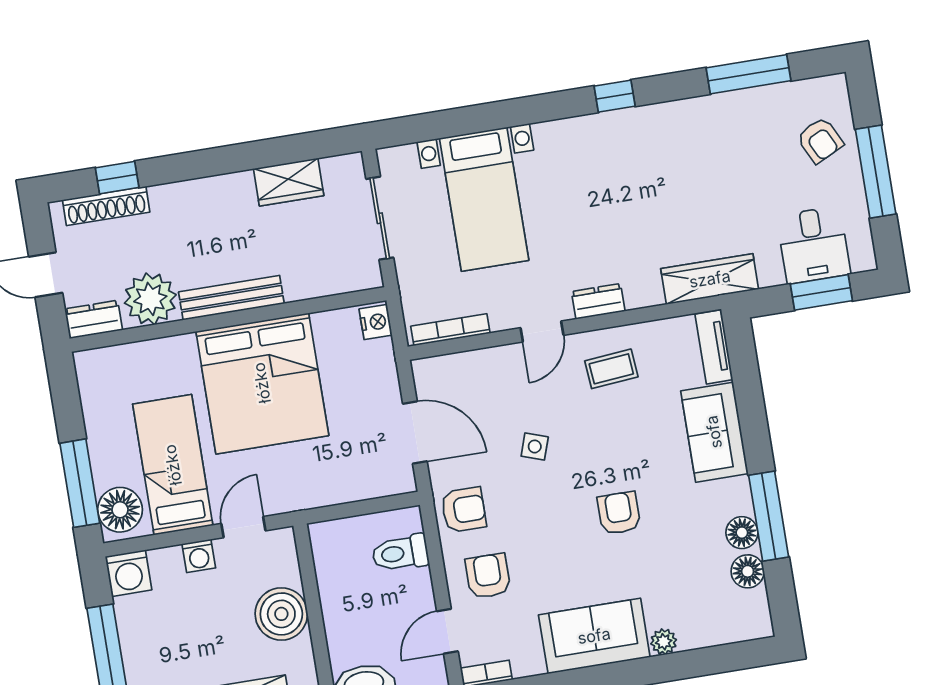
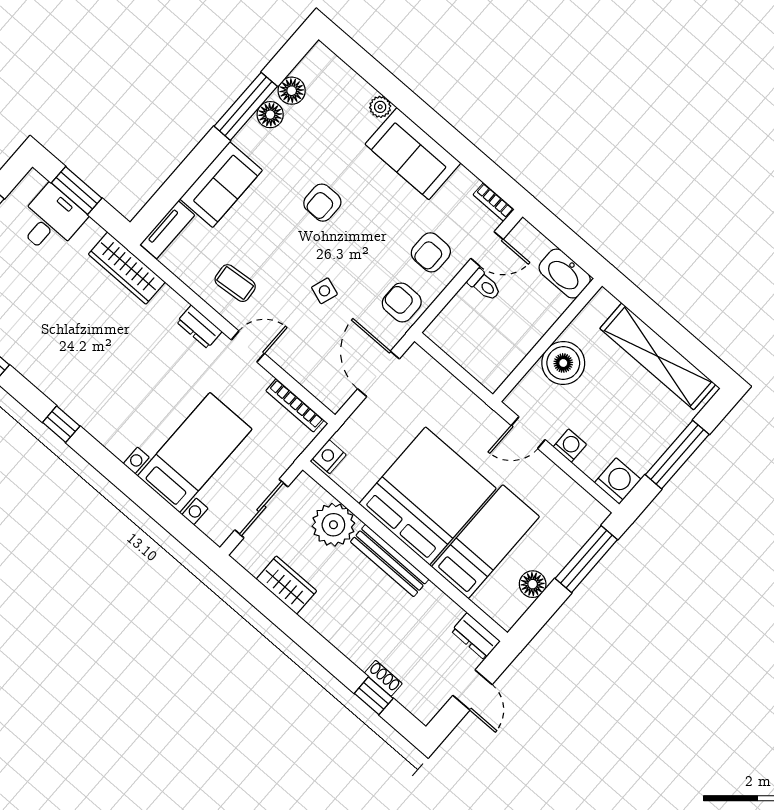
shoe rack: (106, 206) -> (383, 678), width x0.51, depth x0.81
plant: (150, 299) -> (333, 525), moved
bed: (173, 465) -> (485, 542), moved, turned 180
floor lamp: (120, 510) -> (533, 584), moved, width x0.73, depth x0.73
toilet: (400, 553) -> (484, 285), moved, width x0.73, depth x0.72

